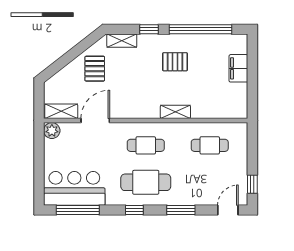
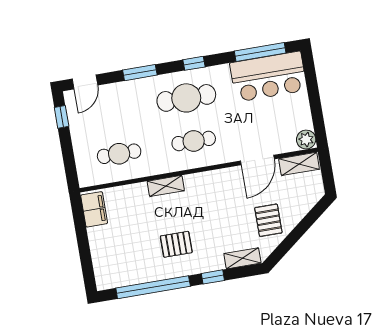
filing cabinet: (238, 68) -> (94, 209), moved

